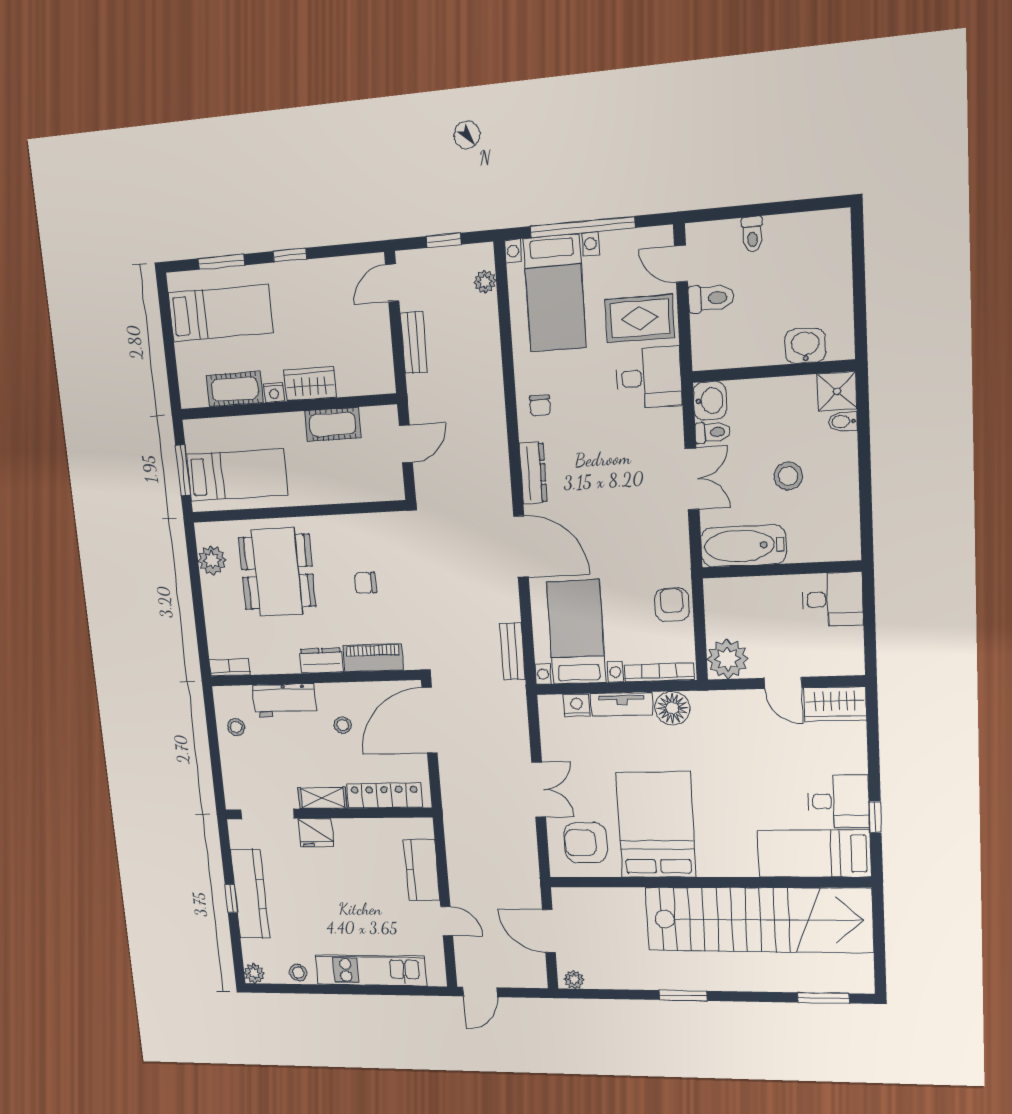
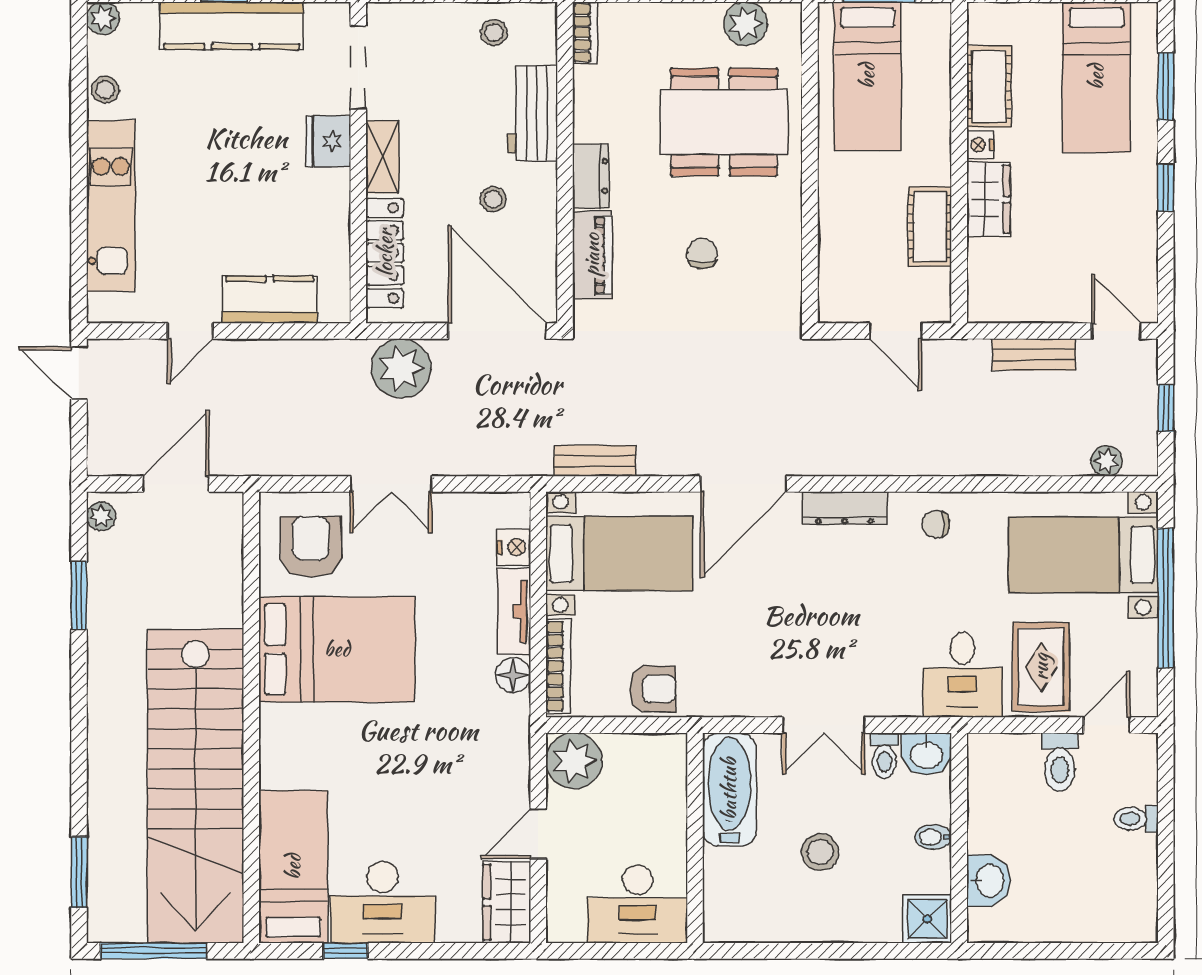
bidet: (843, 422) -> (933, 837), moved, turned -90
desk: (833, 599) -> (638, 904), width x1.37
floor lamp: (672, 708) -> (513, 675), width x0.73, depth x0.73
plant: (460, 784) -> (401, 368), added
desk: (838, 801) -> (383, 902), width x1.37
window: (879, 949) -> (154, 951), added
window: (683, 995) -> (79, 595), moved

